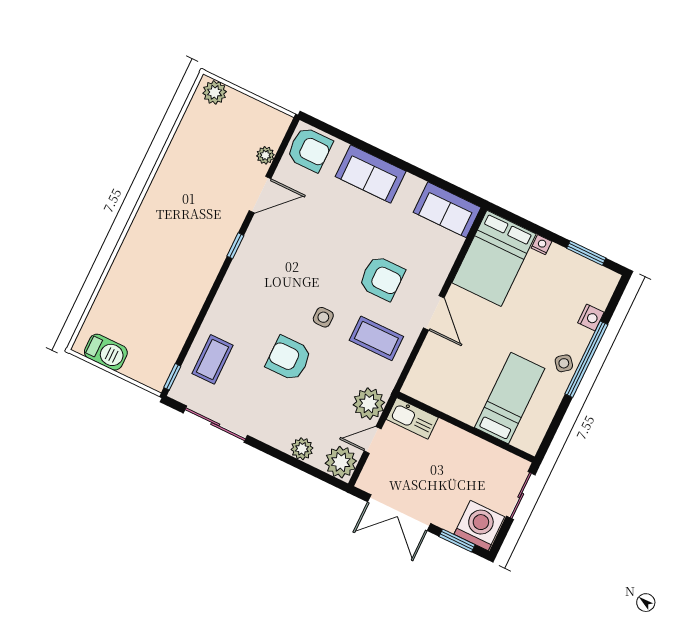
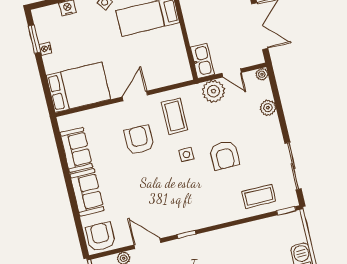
sofa: (447, 210) -> (76, 150), moved
nightstand: (542, 245) -> (45, 49), moved
plant: (341, 462) -> (262, 74), width x0.53, depth x0.53

